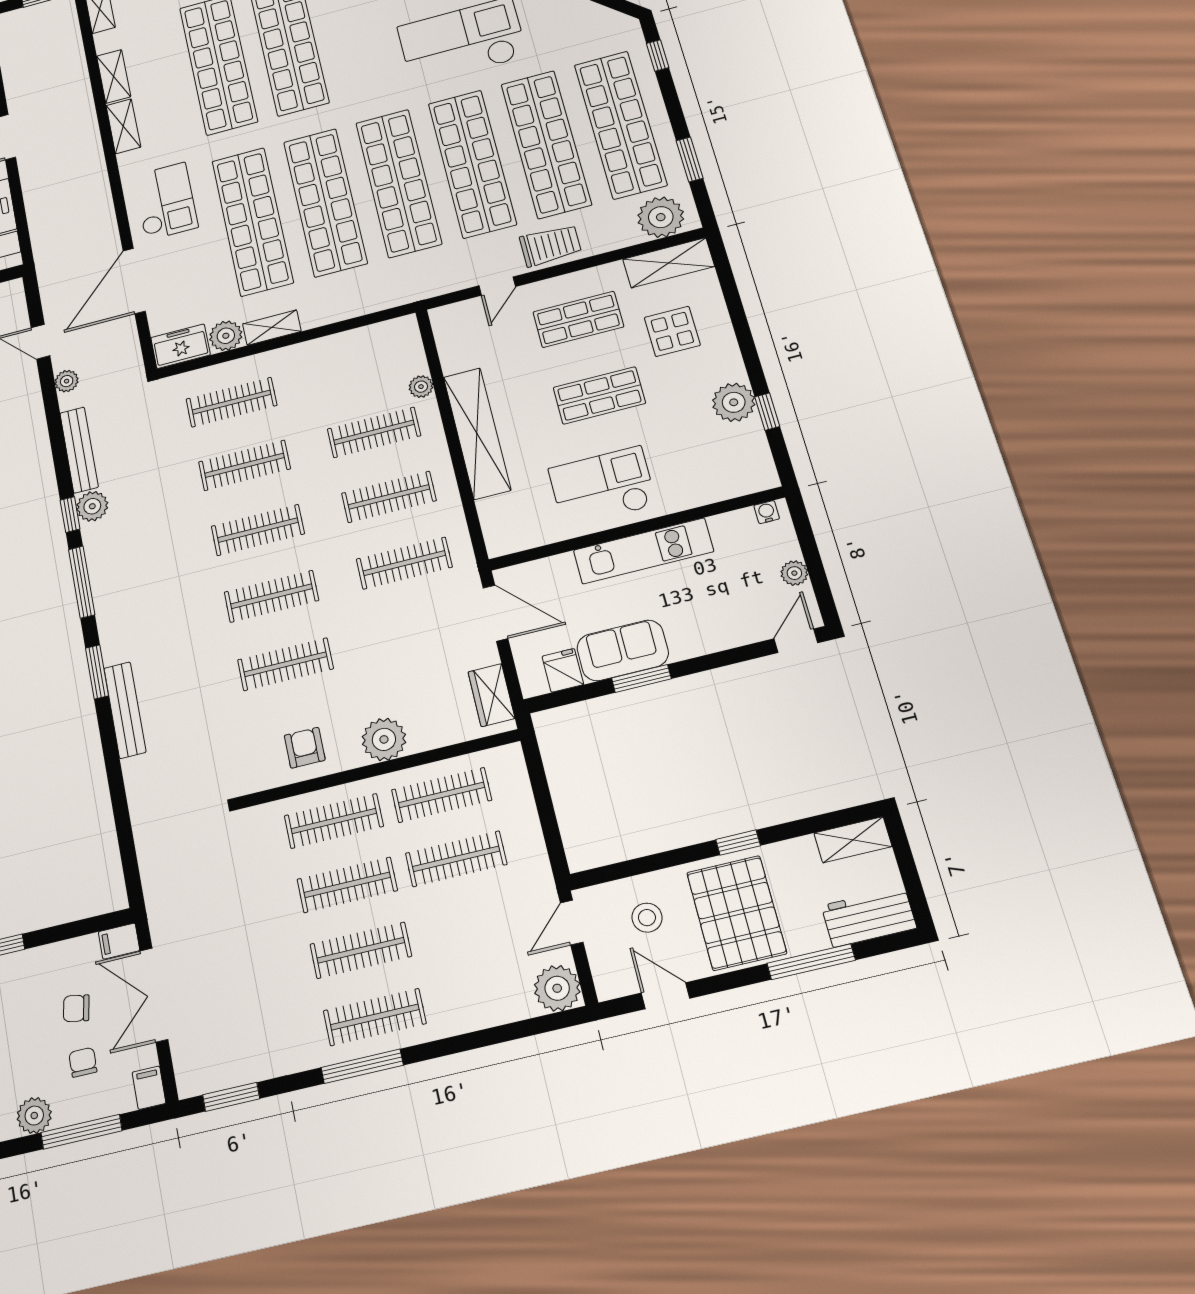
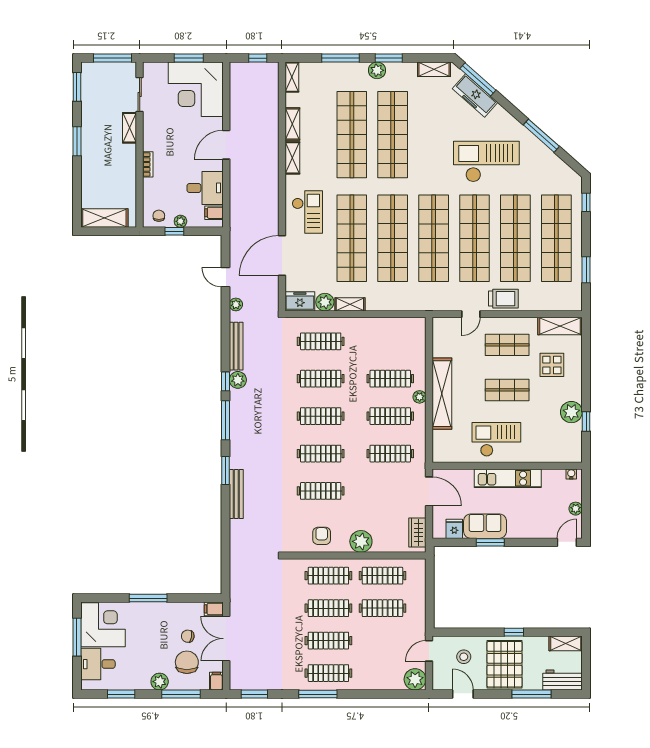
plant: (661, 217) -> (563, 299), removed
plant: (421, 387) -> (420, 397), moved
chair: (83, 1062) -> (187, 662), width x1.87, depth x1.87

